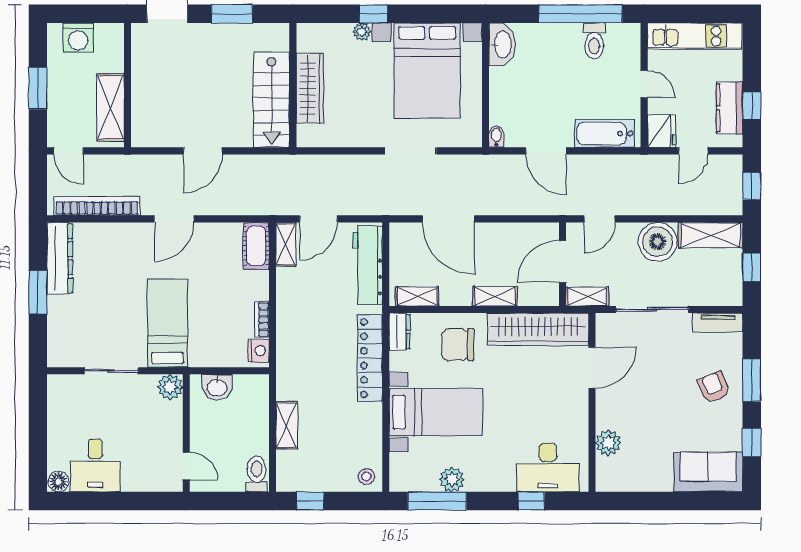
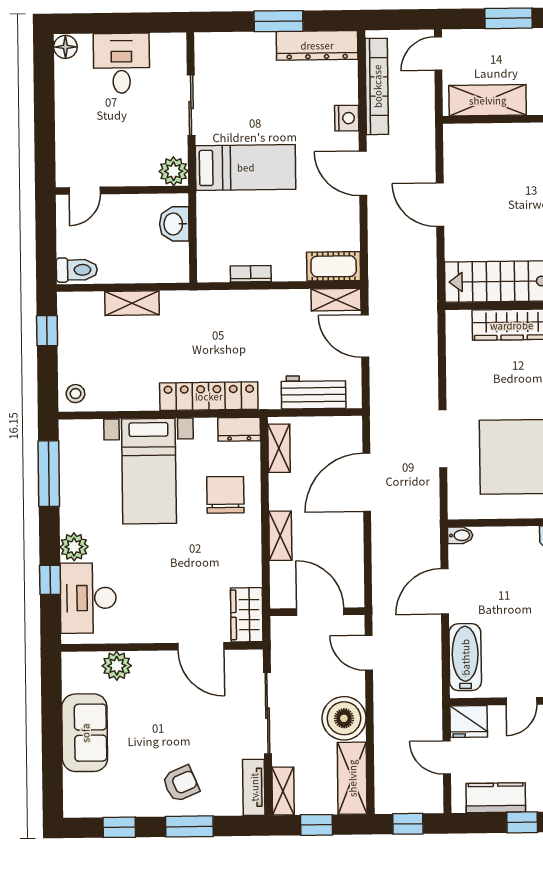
window: (752, 106) -> (522, 822), moved
workbench: (368, 265) -> (313, 392), width x0.73
shelving: (587, 297) -> (283, 791), moved
wardrobe: (538, 329) -> (247, 615), width x0.48, depth x0.85
nightstand: (259, 351) -> (347, 118), moved, turned -90
desk: (95, 465) -> (121, 63), moved, turned 90
sofa: (708, 472) -> (85, 733), moved
plant: (452, 479) -> (74, 547), moved

